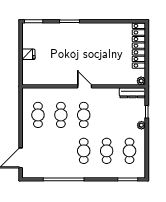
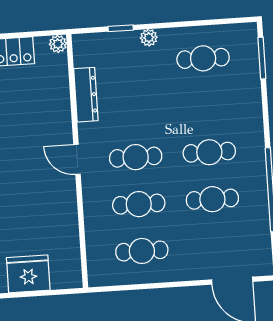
fridge: (28, 54) -> (28, 274), width x1.88, depth x1.34
door: (85, 86) -> (77, 159), hinge flipped
dresser: (132, 93) -> (86, 95), moved
cafe table: (107, 151) -> (212, 199), moved

